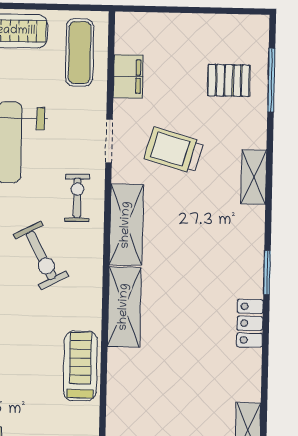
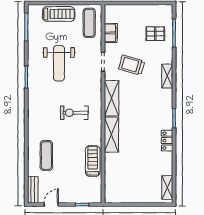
exercise bike: (77, 198) -> (90, 87), removed
exercise bike: (41, 255) -> (74, 113), turned 118

